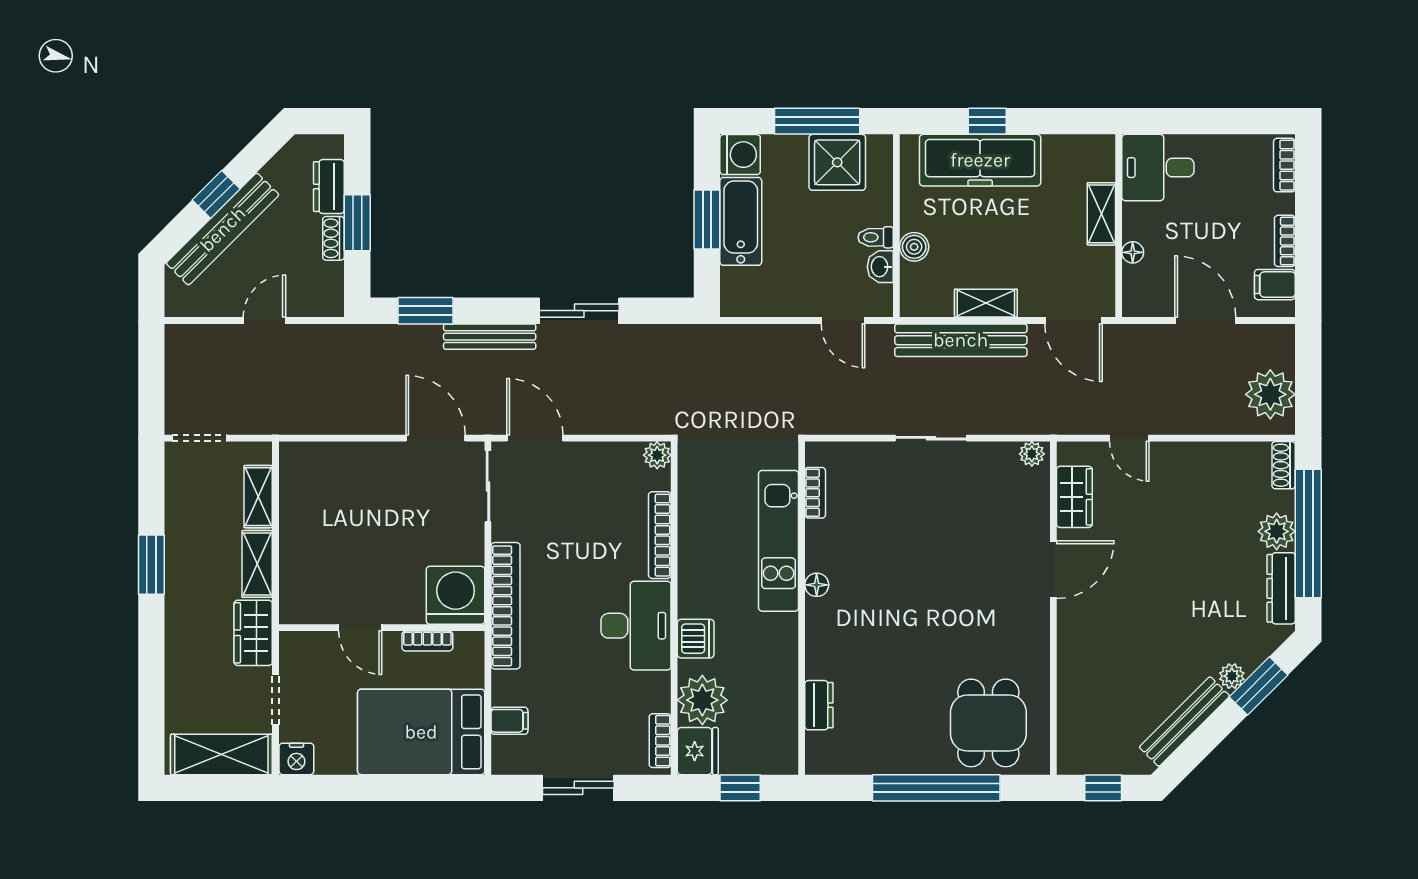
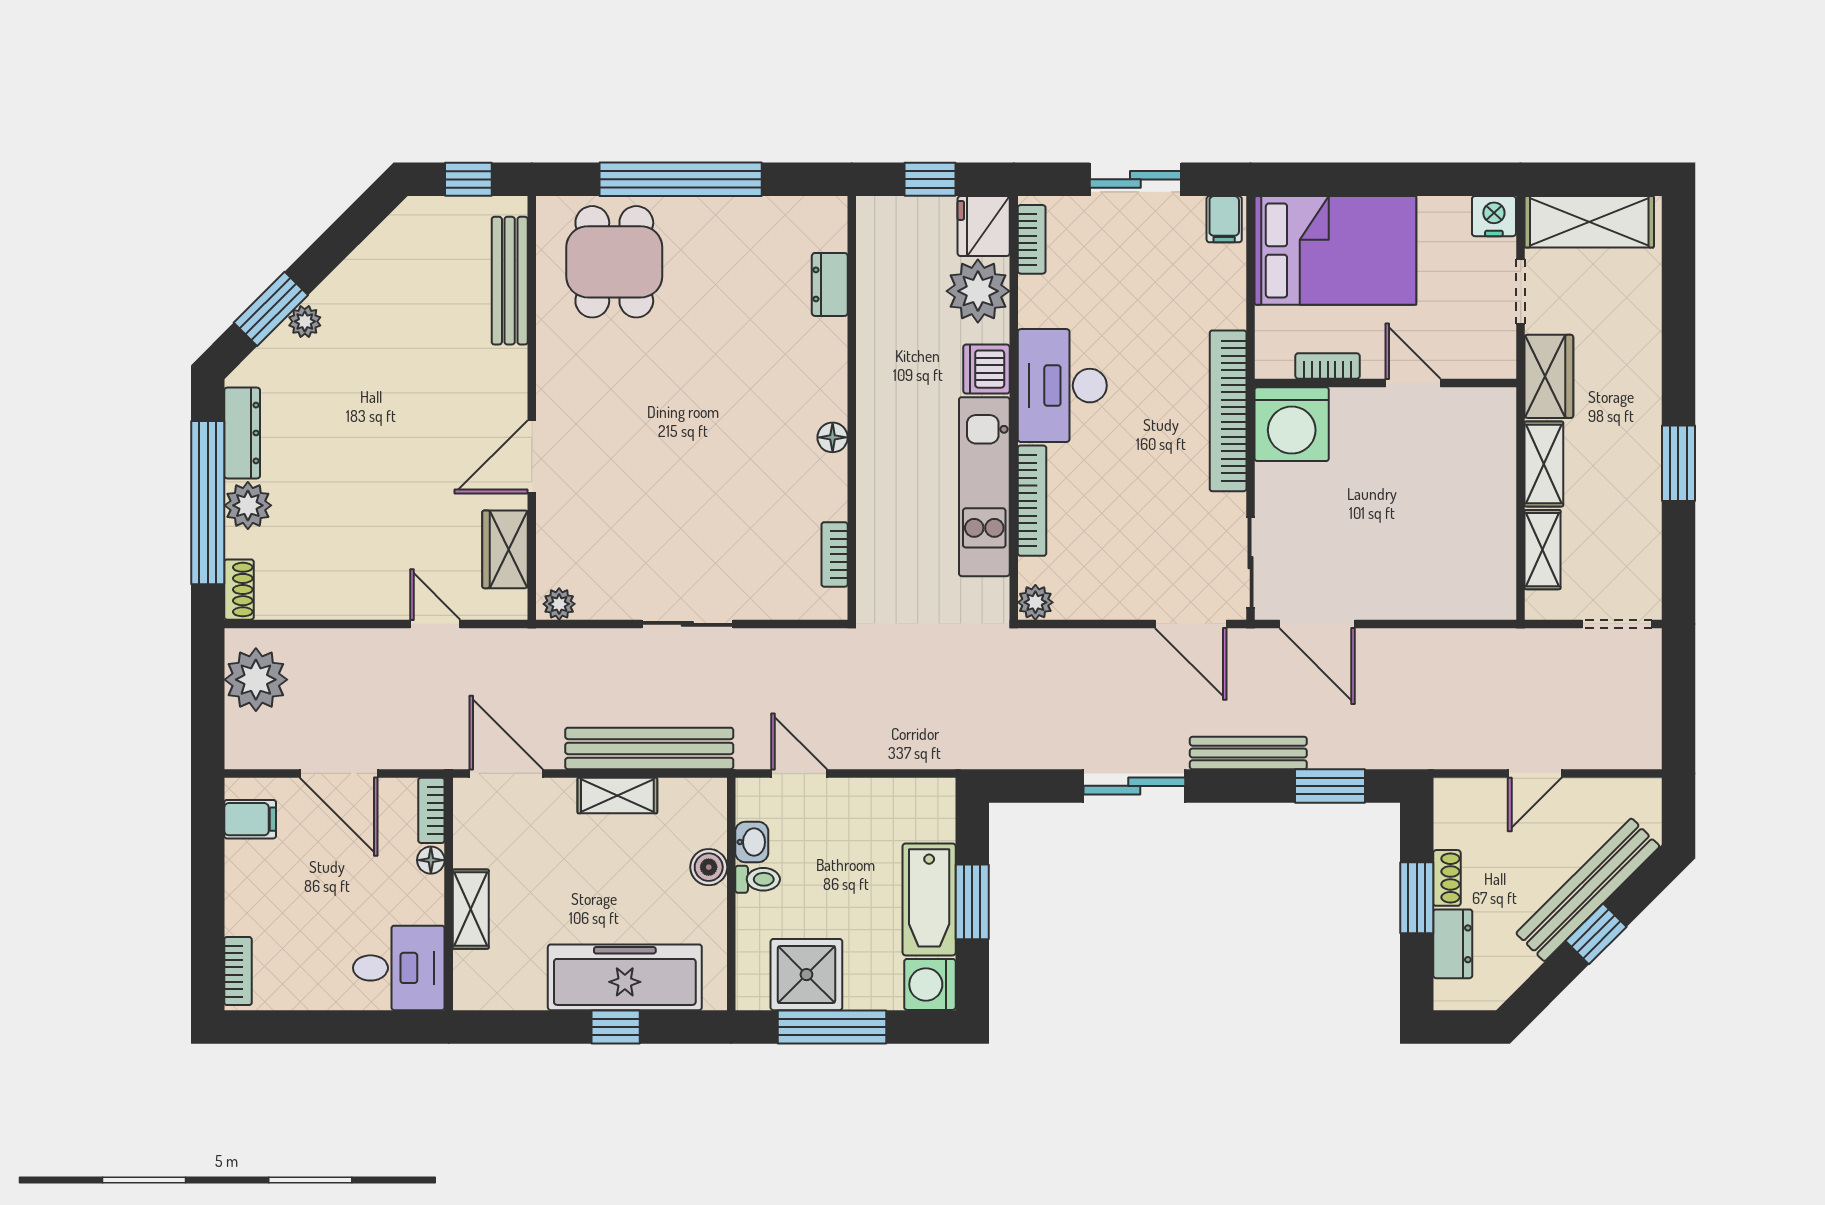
bookcase: (1285, 241) -> (431, 810), moved, turned 180
kitchen unit: (779, 541) -> (984, 487), moved, turned 180
filing cabinet: (509, 721) -> (1224, 219), moved, turned -90
bench: (1184, 722) -> (510, 281), moved, turned -45

